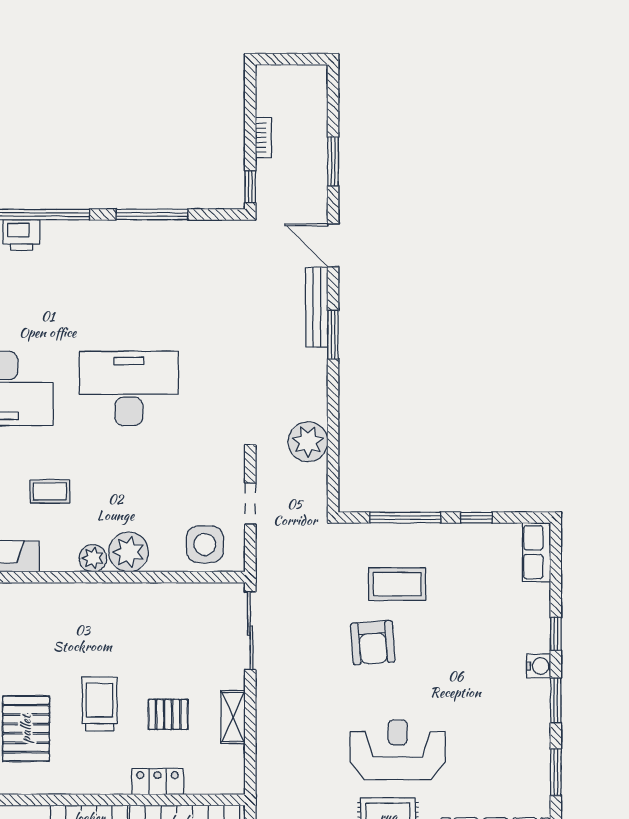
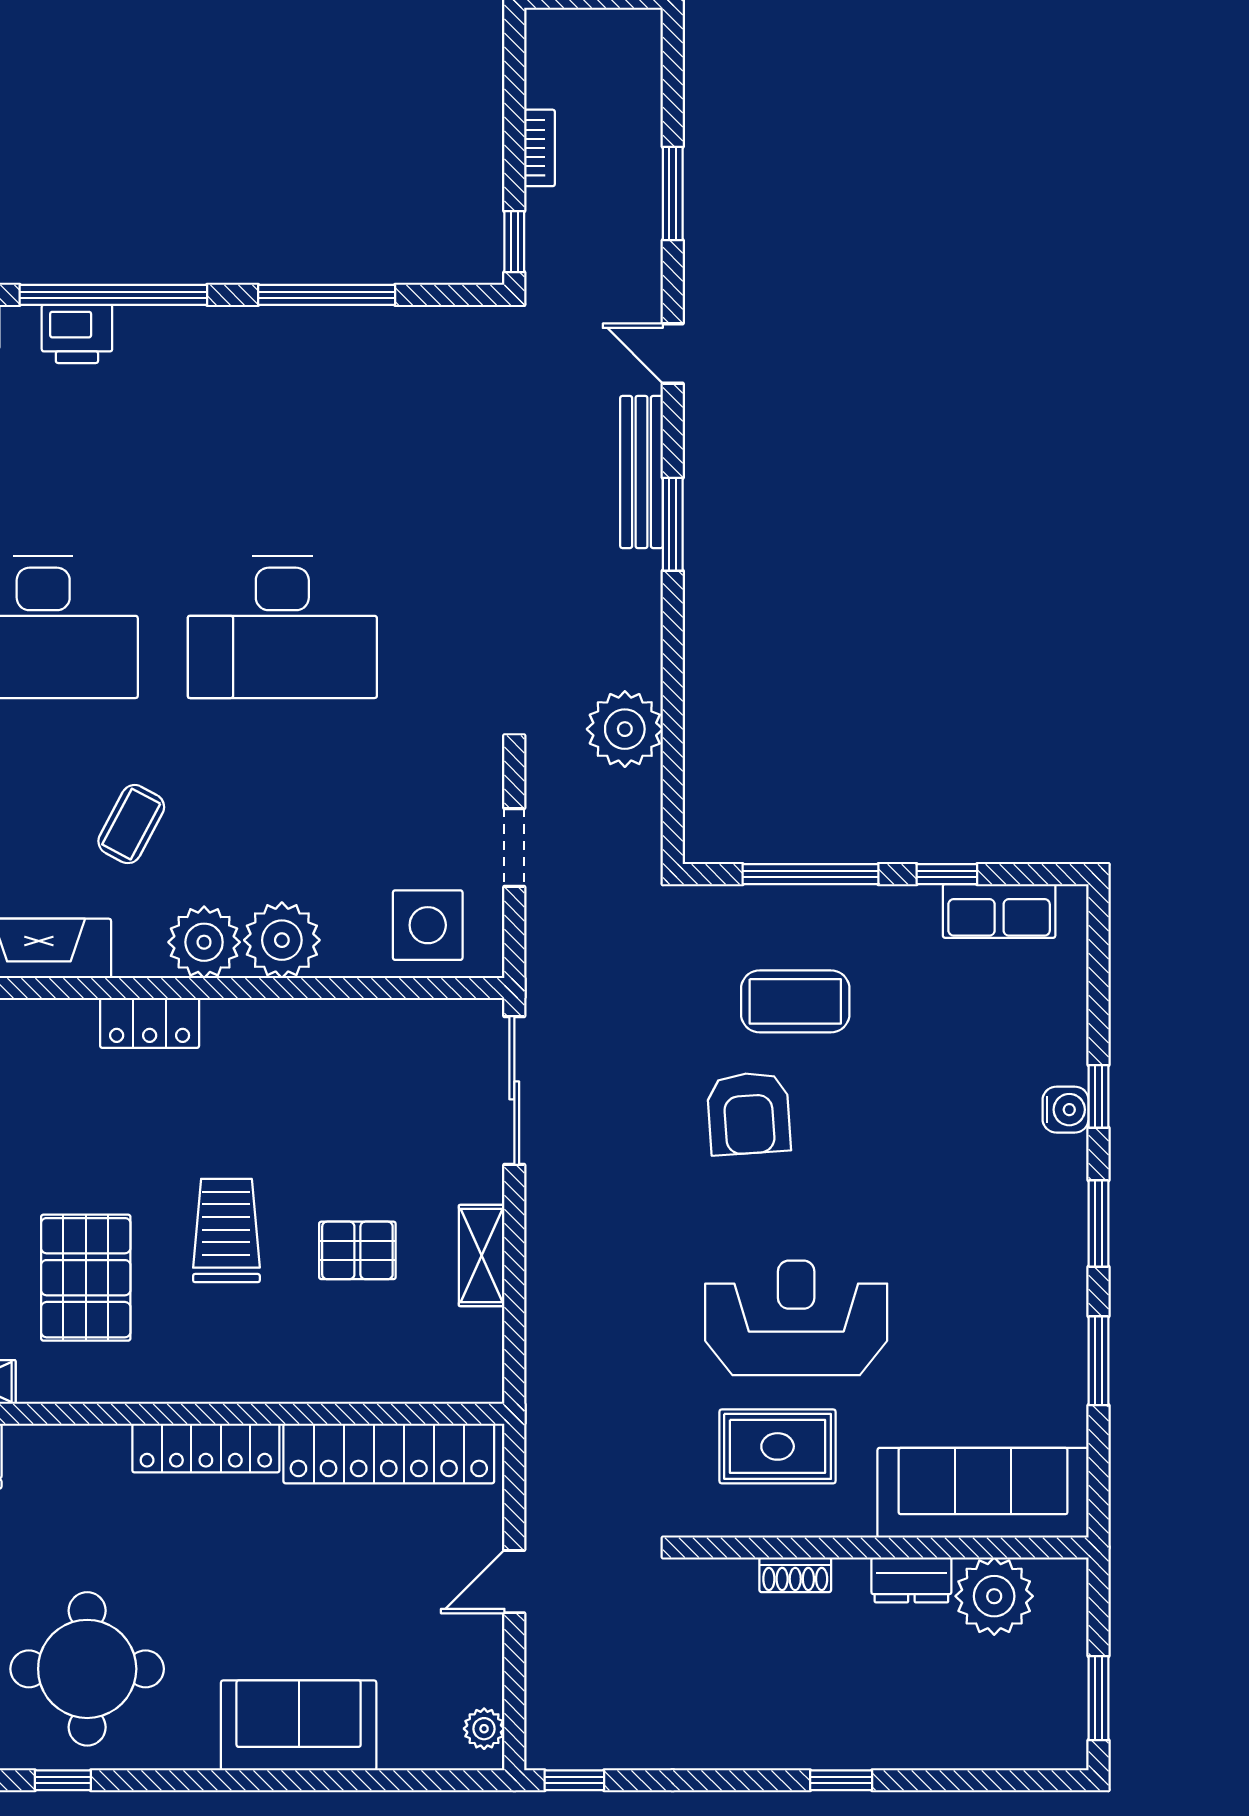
door: (333, 245) -> (673, 354), width x0.73
desk: (129, 388) -> (282, 627), turned 180
coffee table: (50, 491) -> (131, 824), turned -62
row of seats: (537, 552) -> (999, 911), moved, turned -90
plant: (93, 558) -> (204, 942), width x1.36, depth x1.36
water cooler: (539, 666) -> (1066, 1110), moved
locker: (158, 782) -> (150, 1023), moved, turned 180

